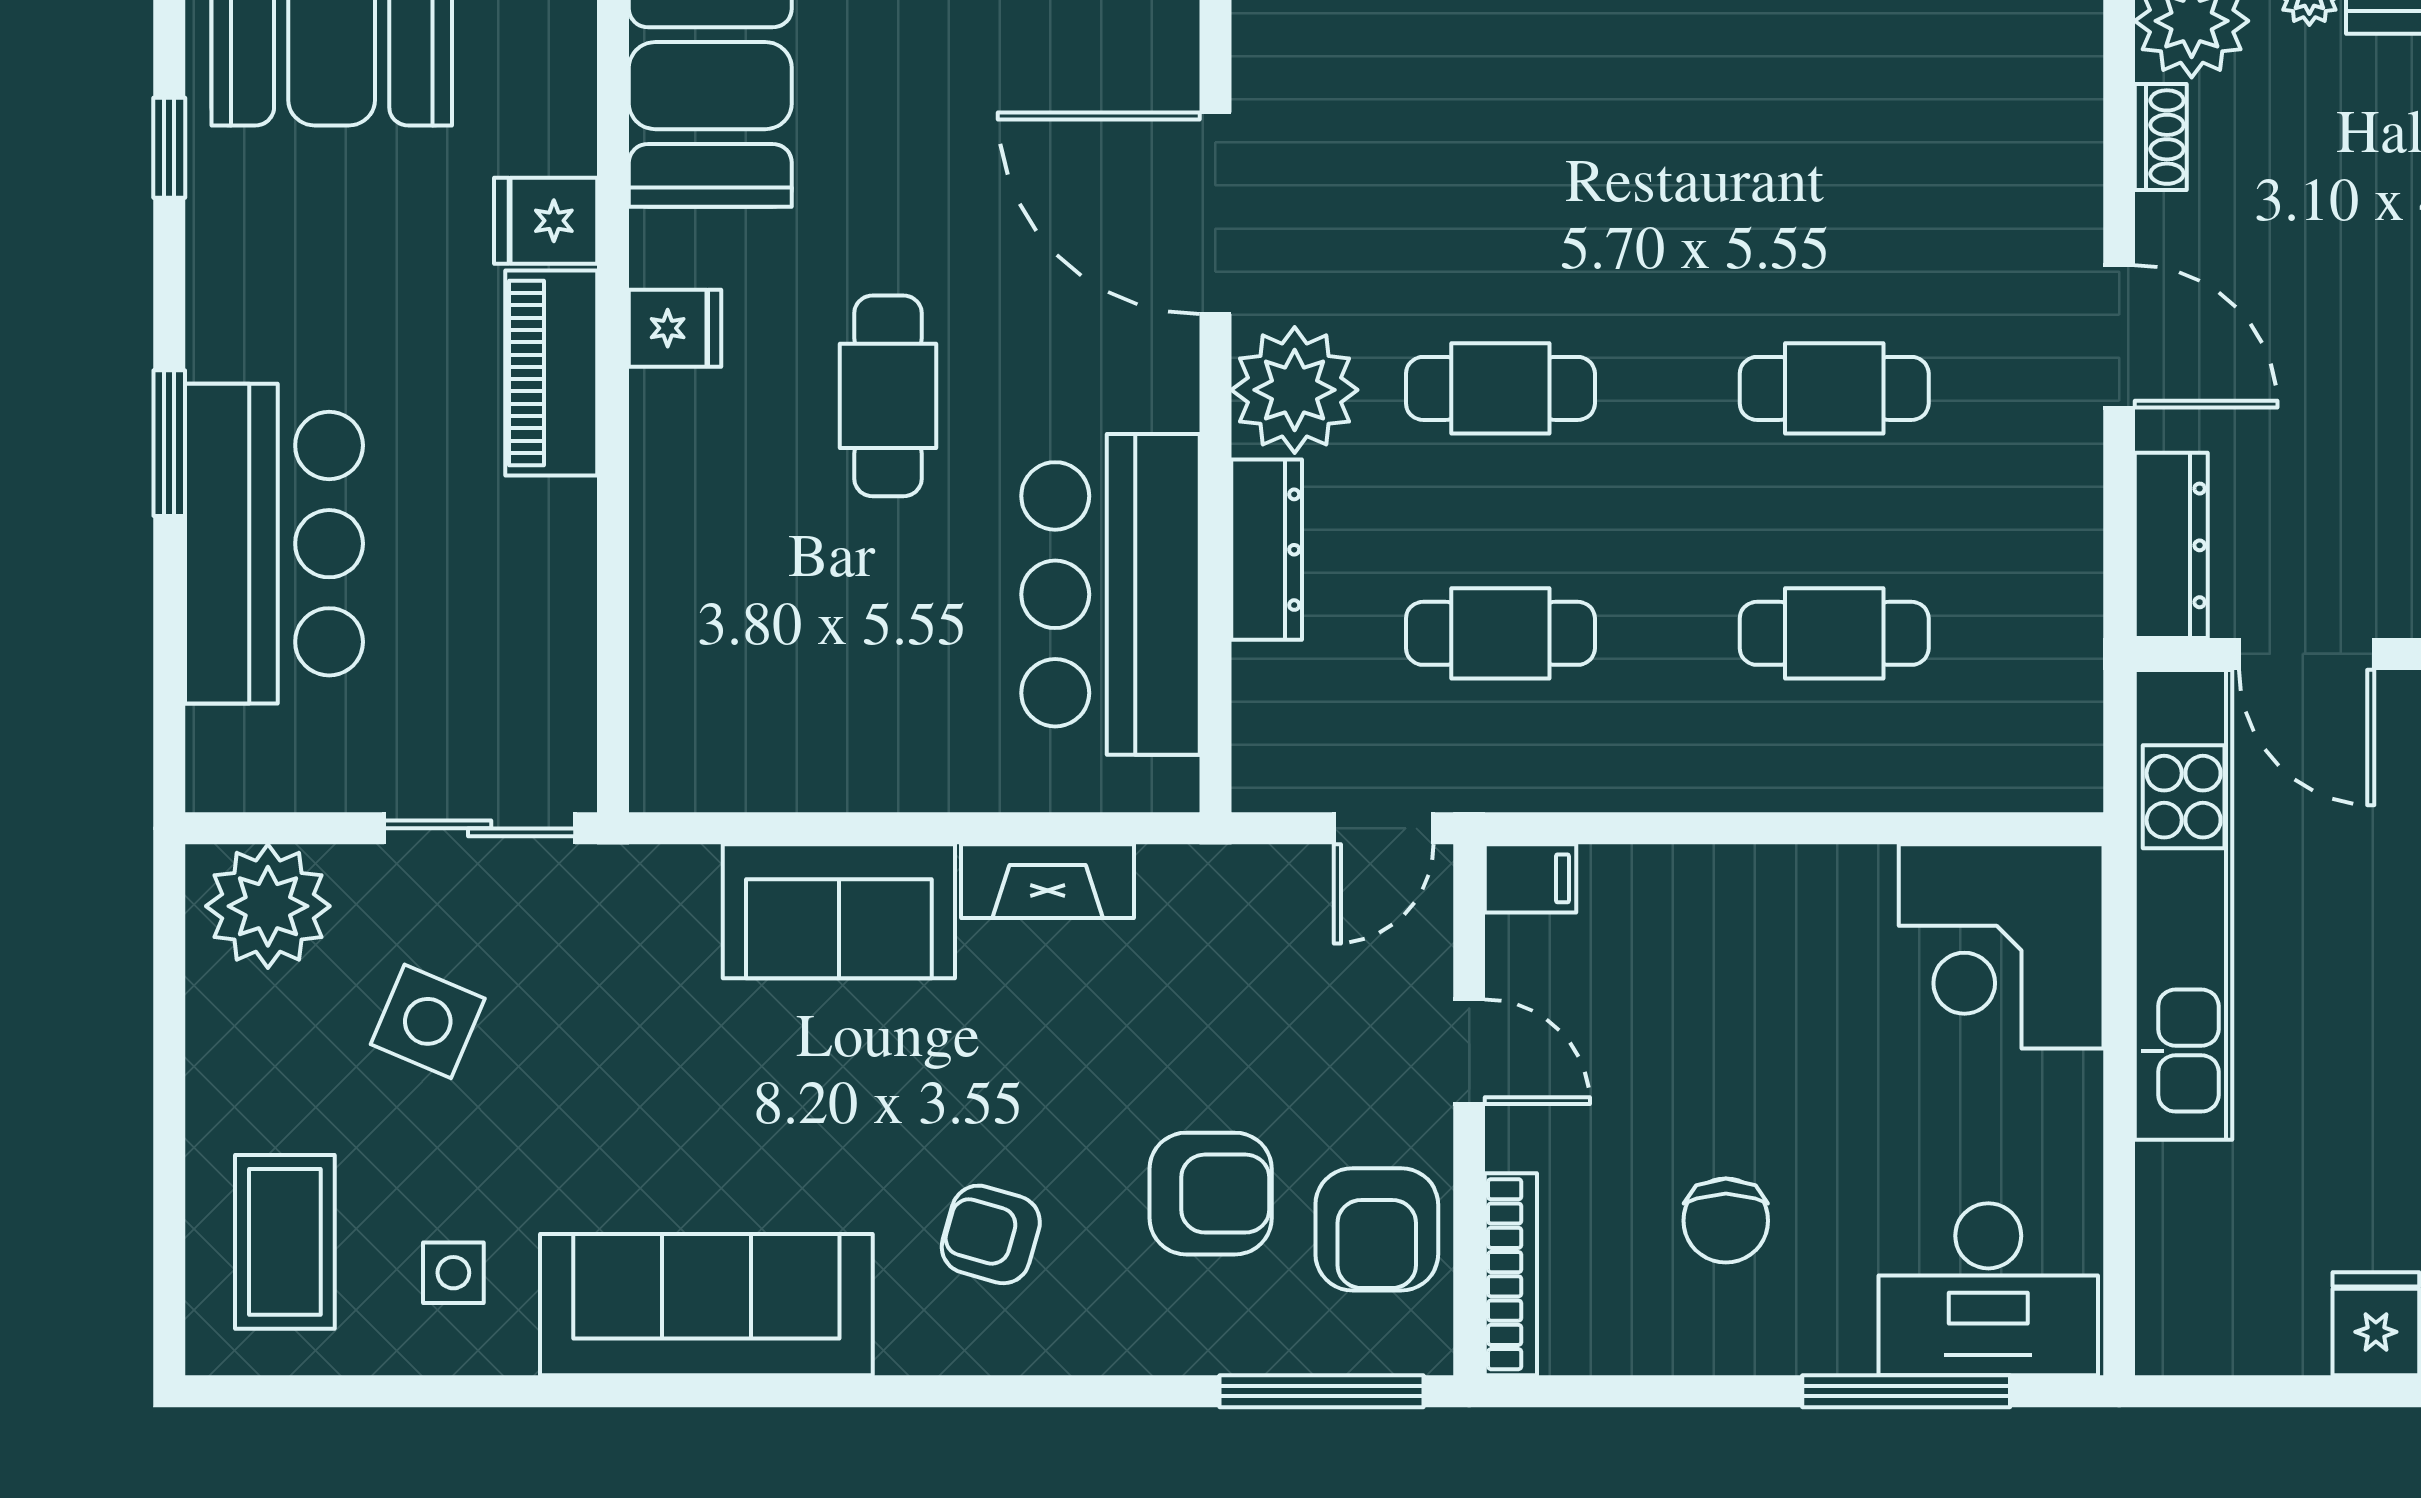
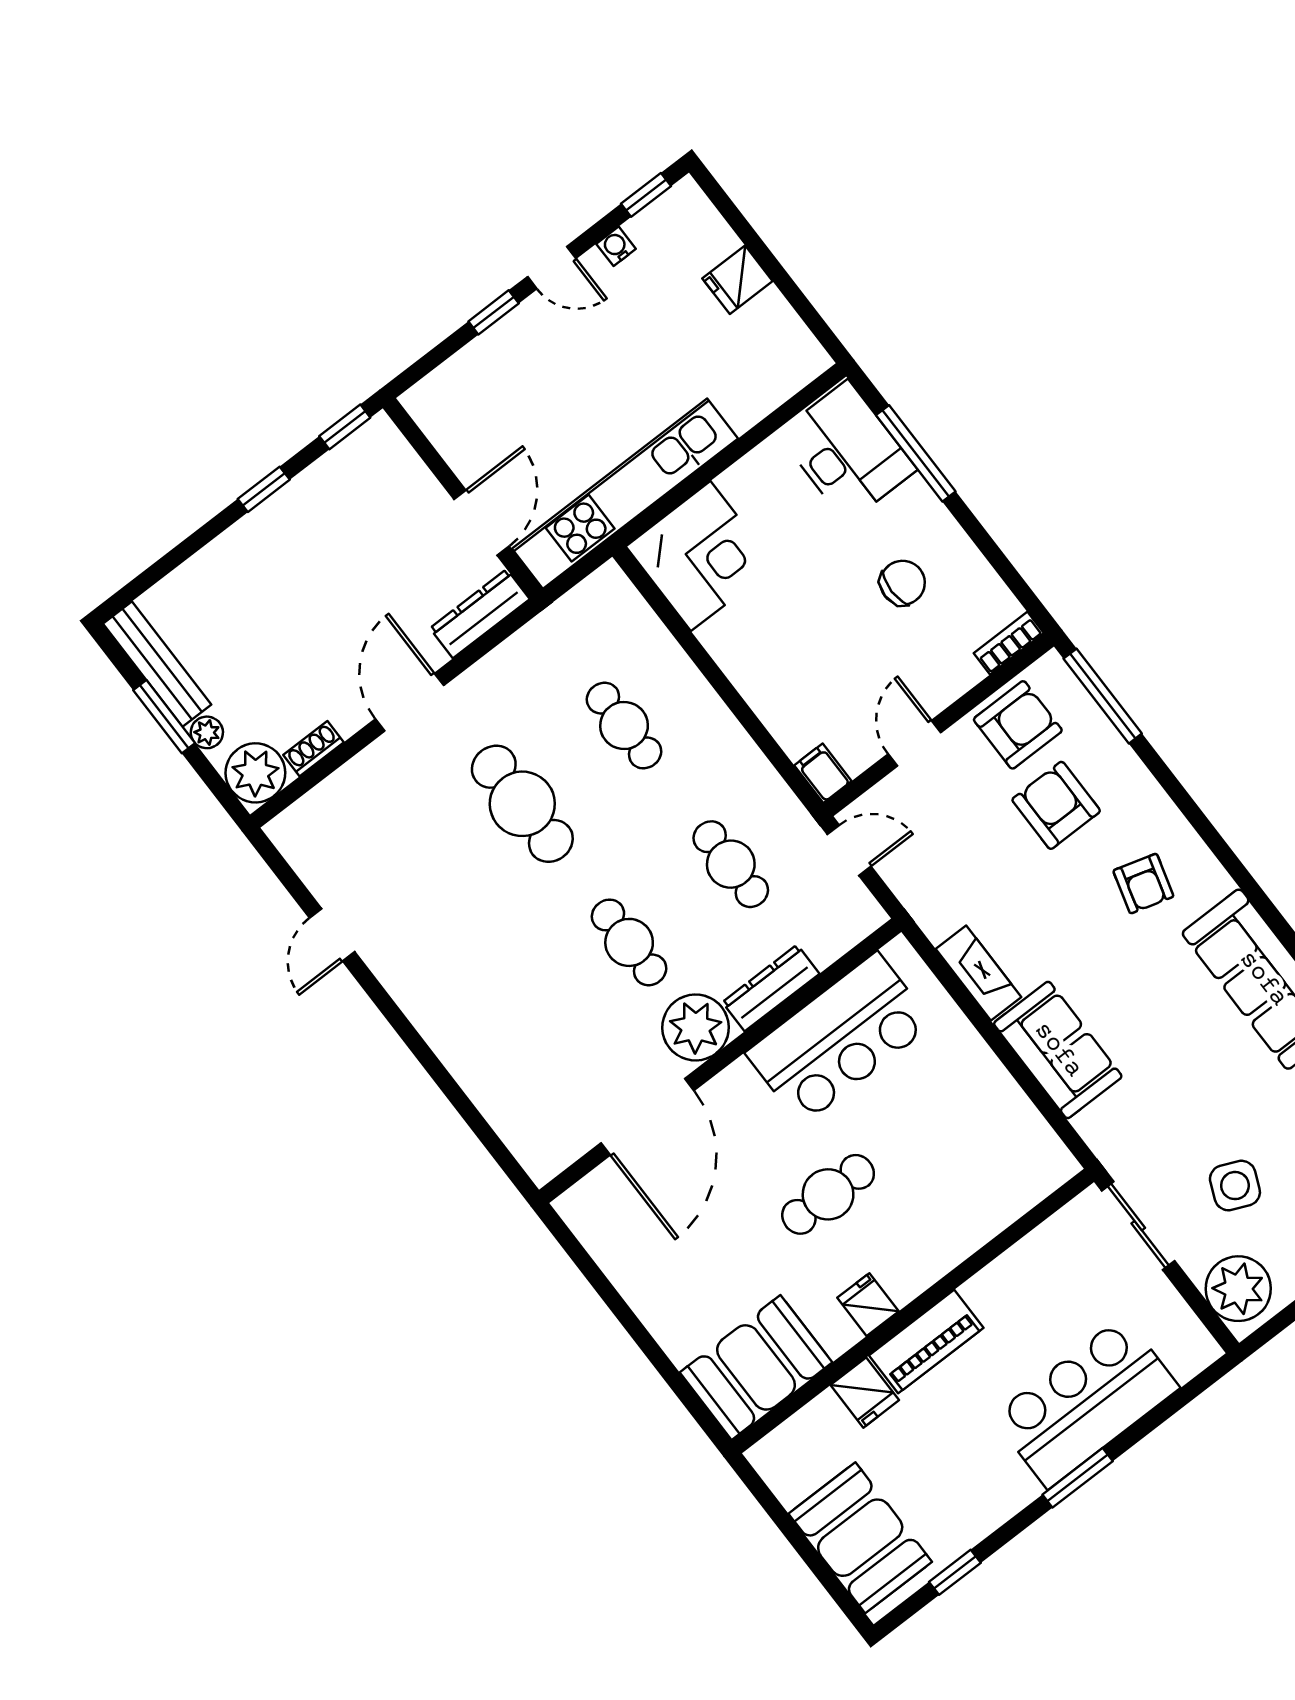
cafe table: (1834, 388) -> (522, 804), width x1.37, depth x1.35
bookcase: (1511, 1274) -> (1009, 643), width x0.64

